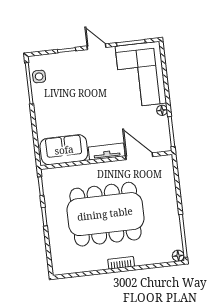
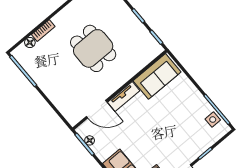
floor lamp: (162, 110) -> (90, 140), moved
dining table: (105, 214) -> (93, 48), width x0.53, depth x0.80
floor lamp: (178, 256) -> (30, 42), moved
bookcase: (121, 263) -> (43, 30), moved

